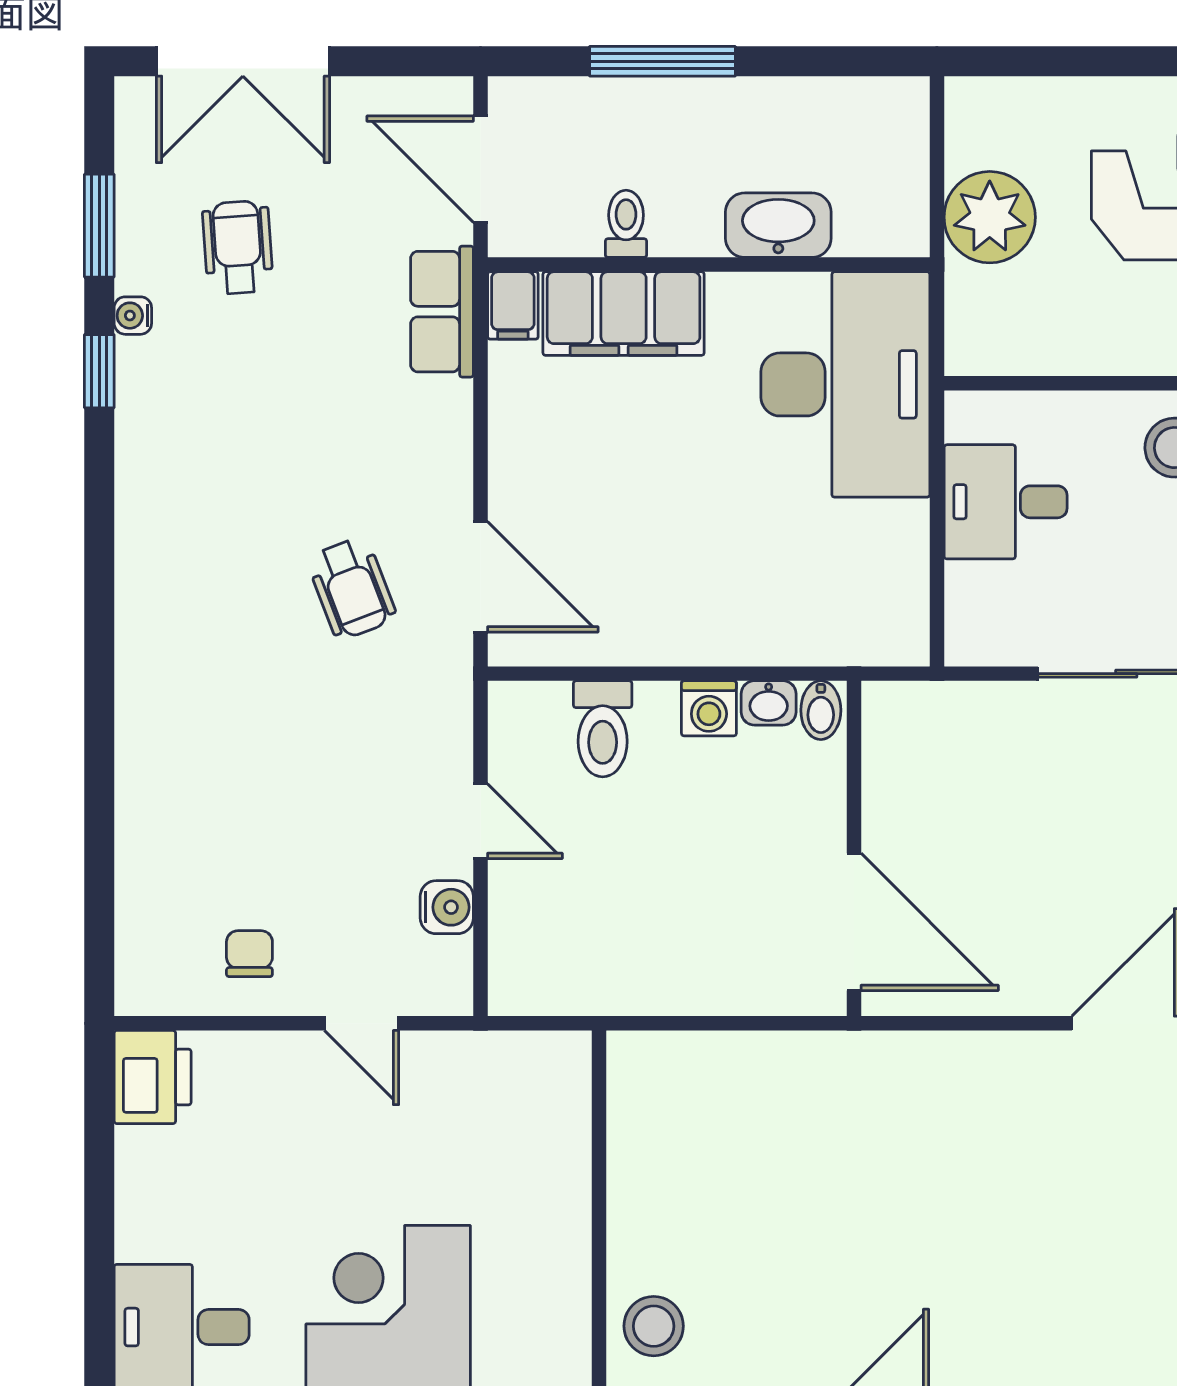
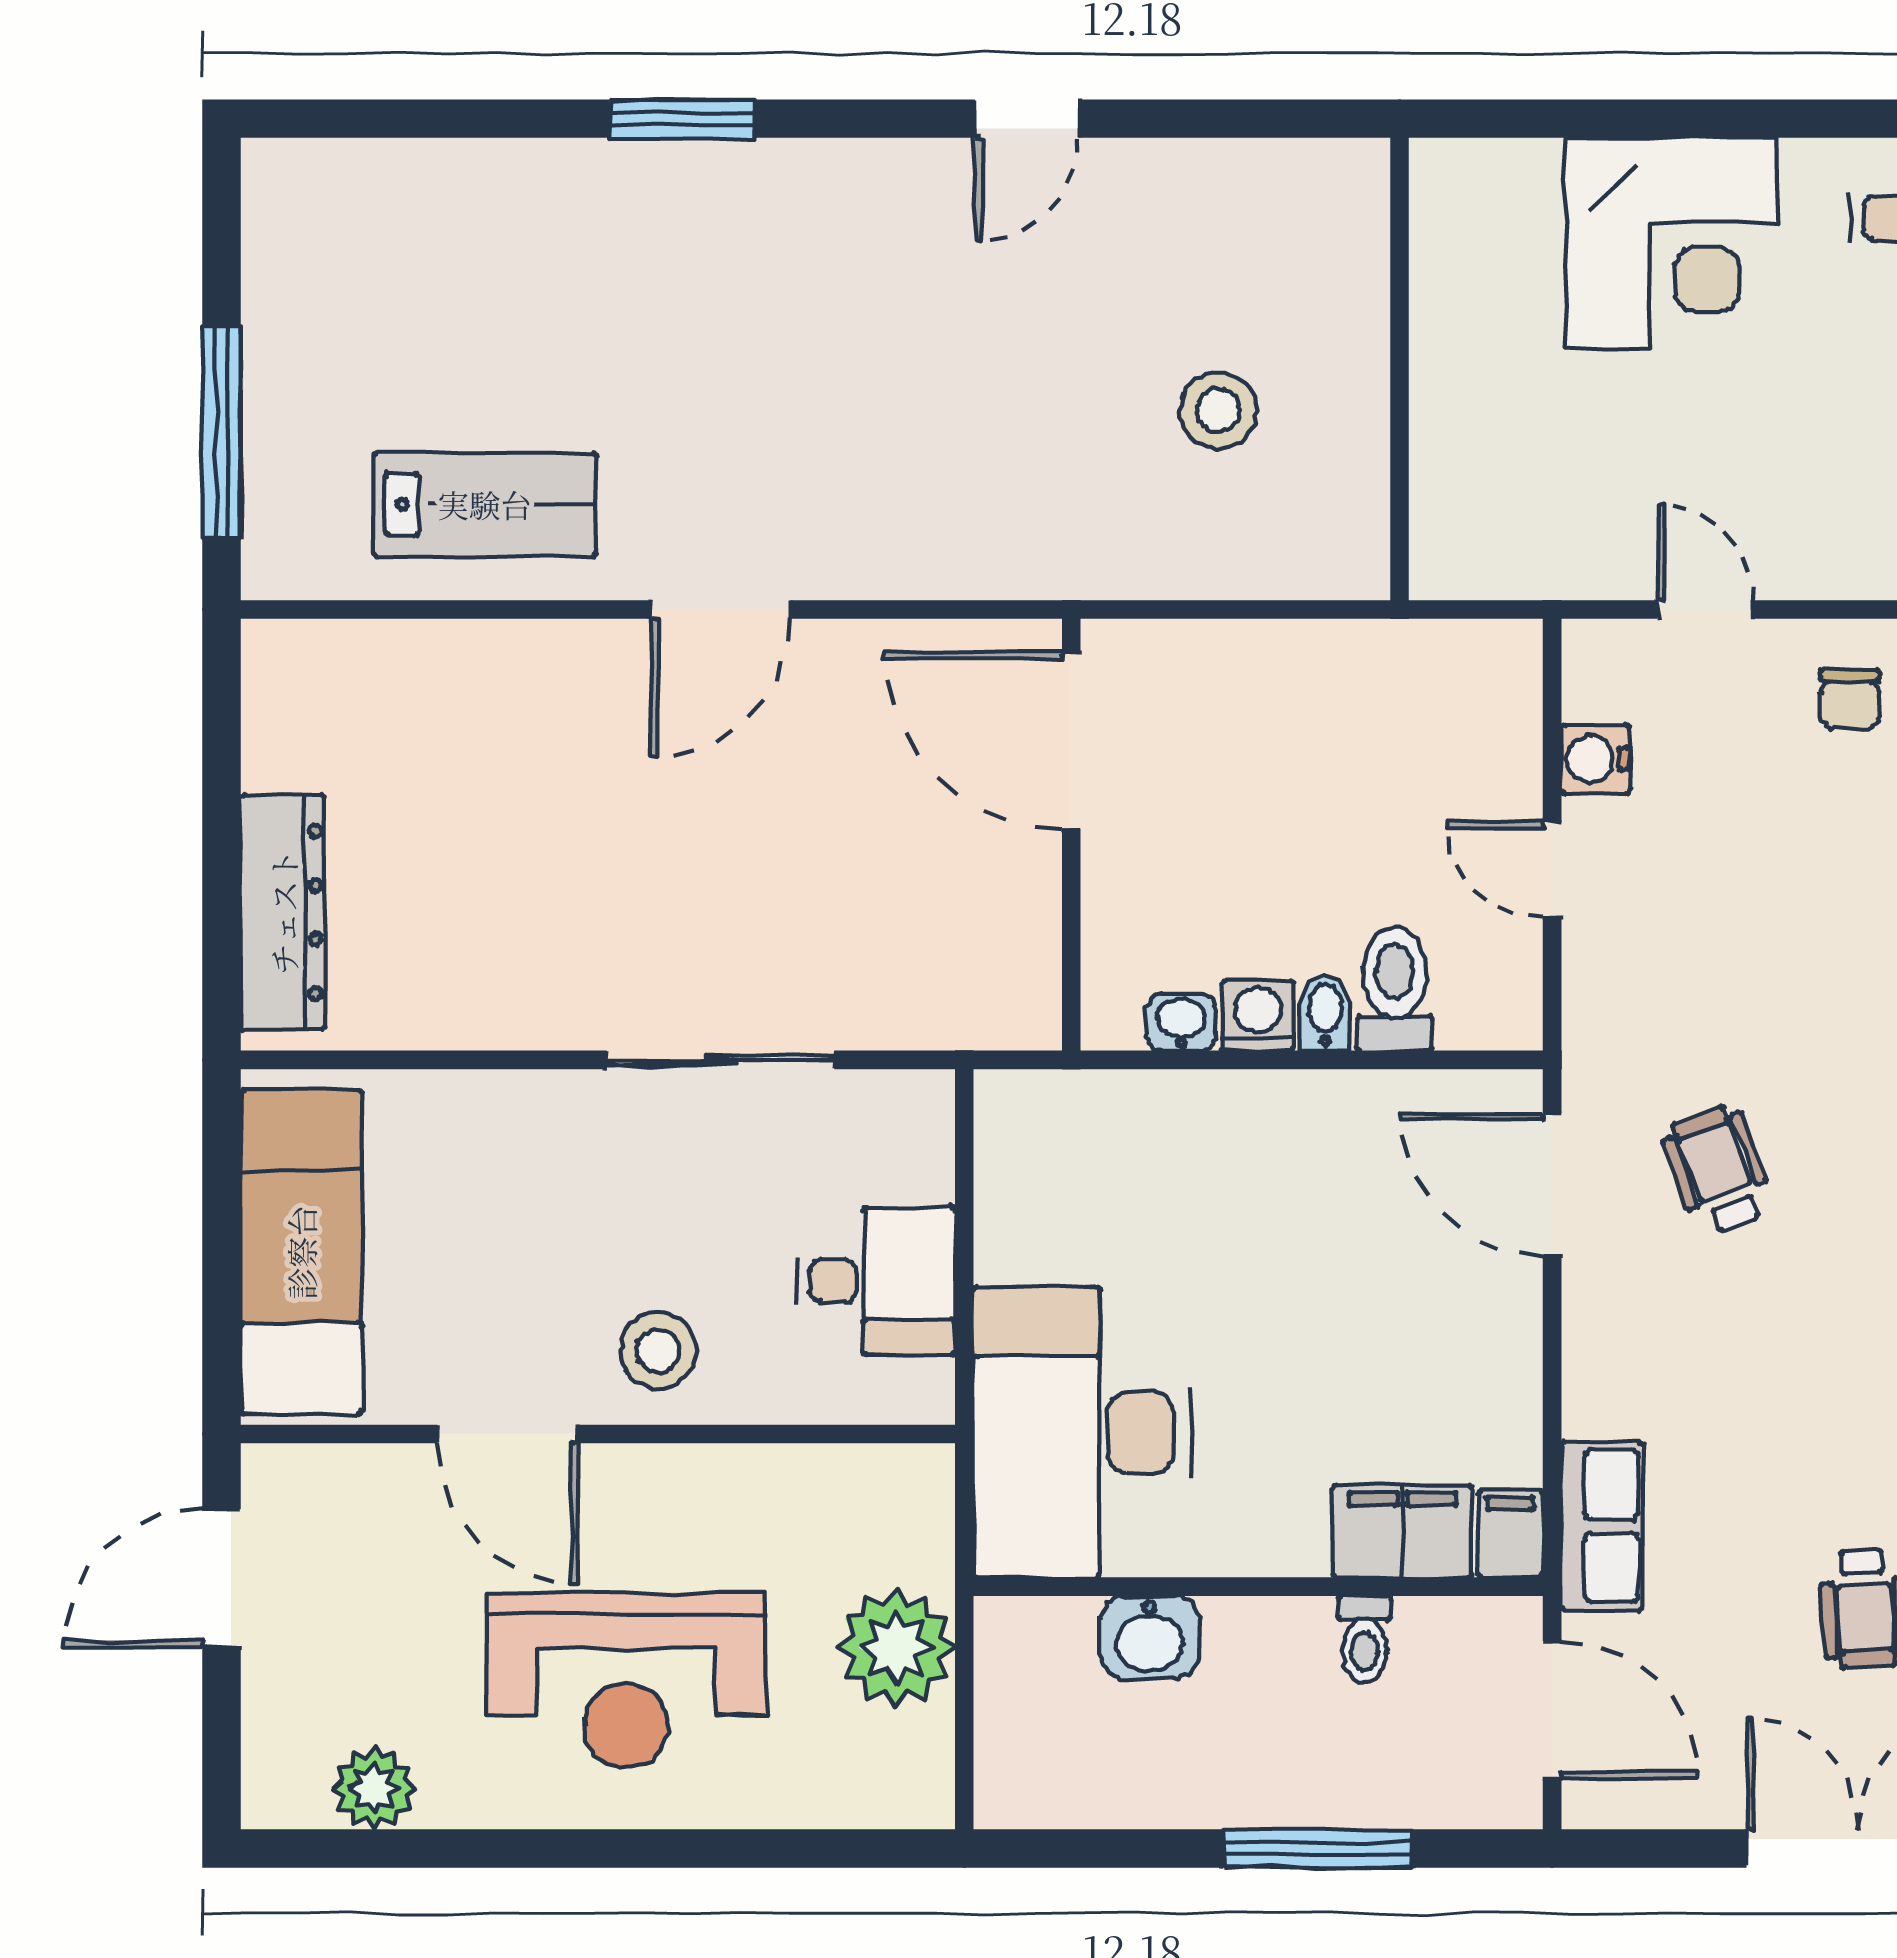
washbasin: (778, 225) -> (1150, 1637), width x0.72
filing cabinet: (624, 314) -> (1402, 1531), width x0.67, depth x0.86
bidet: (821, 710) -> (1325, 1013), moved
stool: (654, 1326) -> (1218, 410), moved

